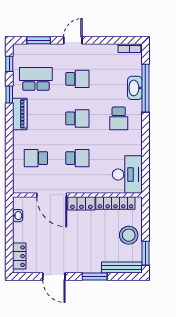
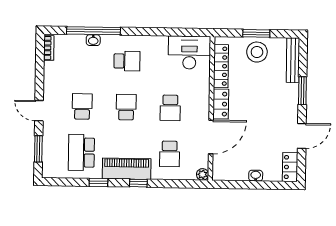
window: (9, 64) -> (138, 183), moved
washbasin: (135, 88) -> (93, 40), width x0.52, depth x0.69
piano: (20, 114) -> (127, 169), width x1.37, depth x1.33
school desk: (77, 158) -> (170, 108), turned 180
plant: (18, 188) -> (203, 174), added
washbasin: (18, 216) -> (256, 176), moved
window: (145, 253) -> (256, 33), moved
locker: (19, 256) -> (290, 167), moved, turned -90

